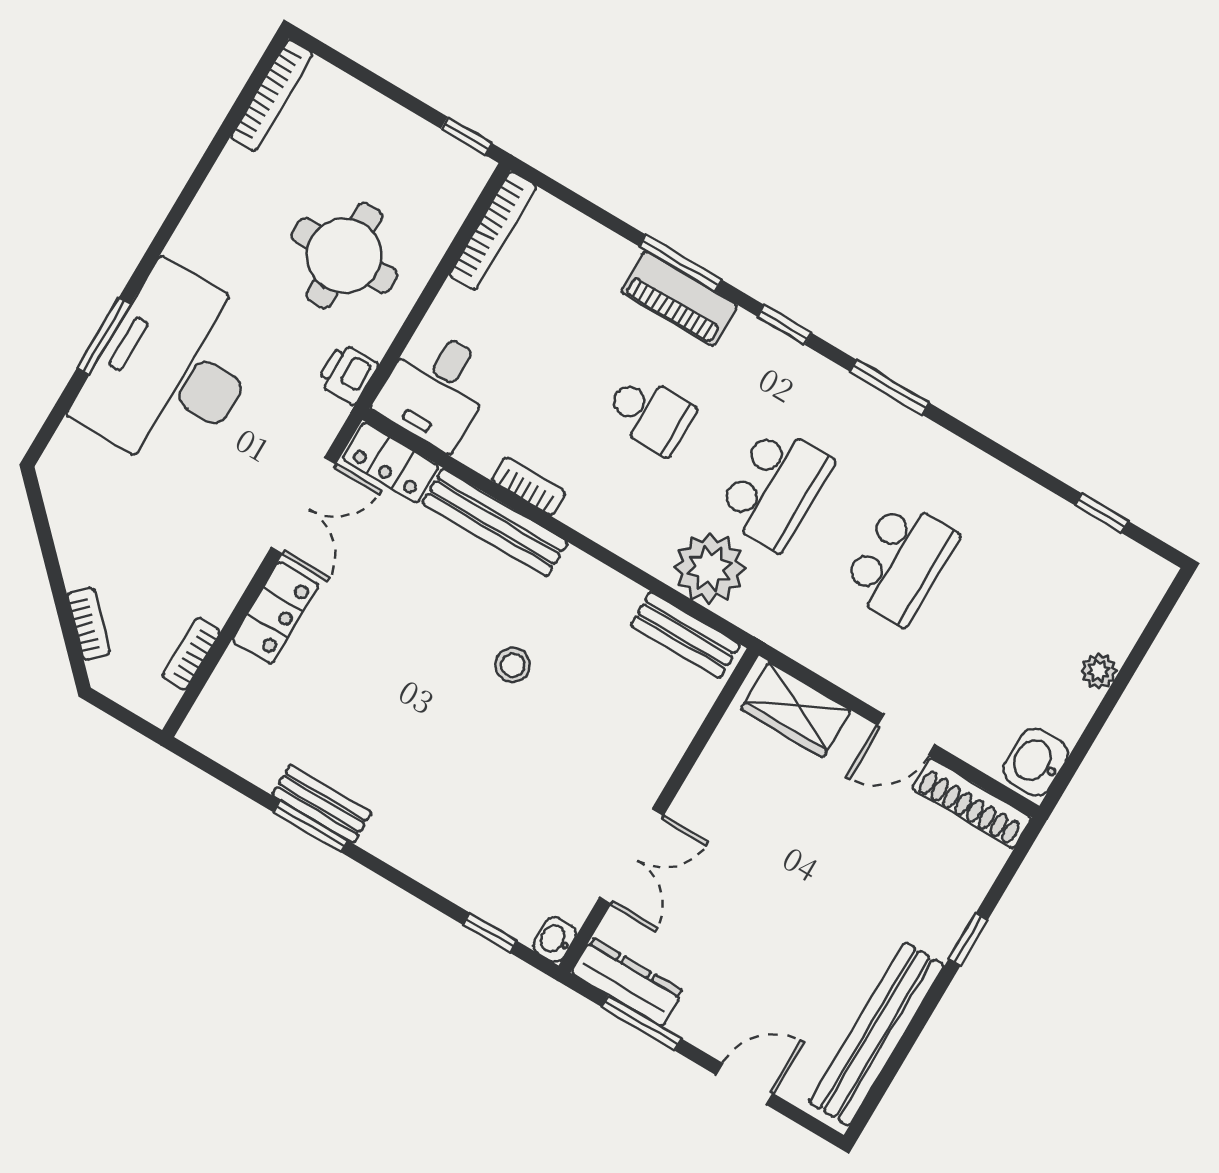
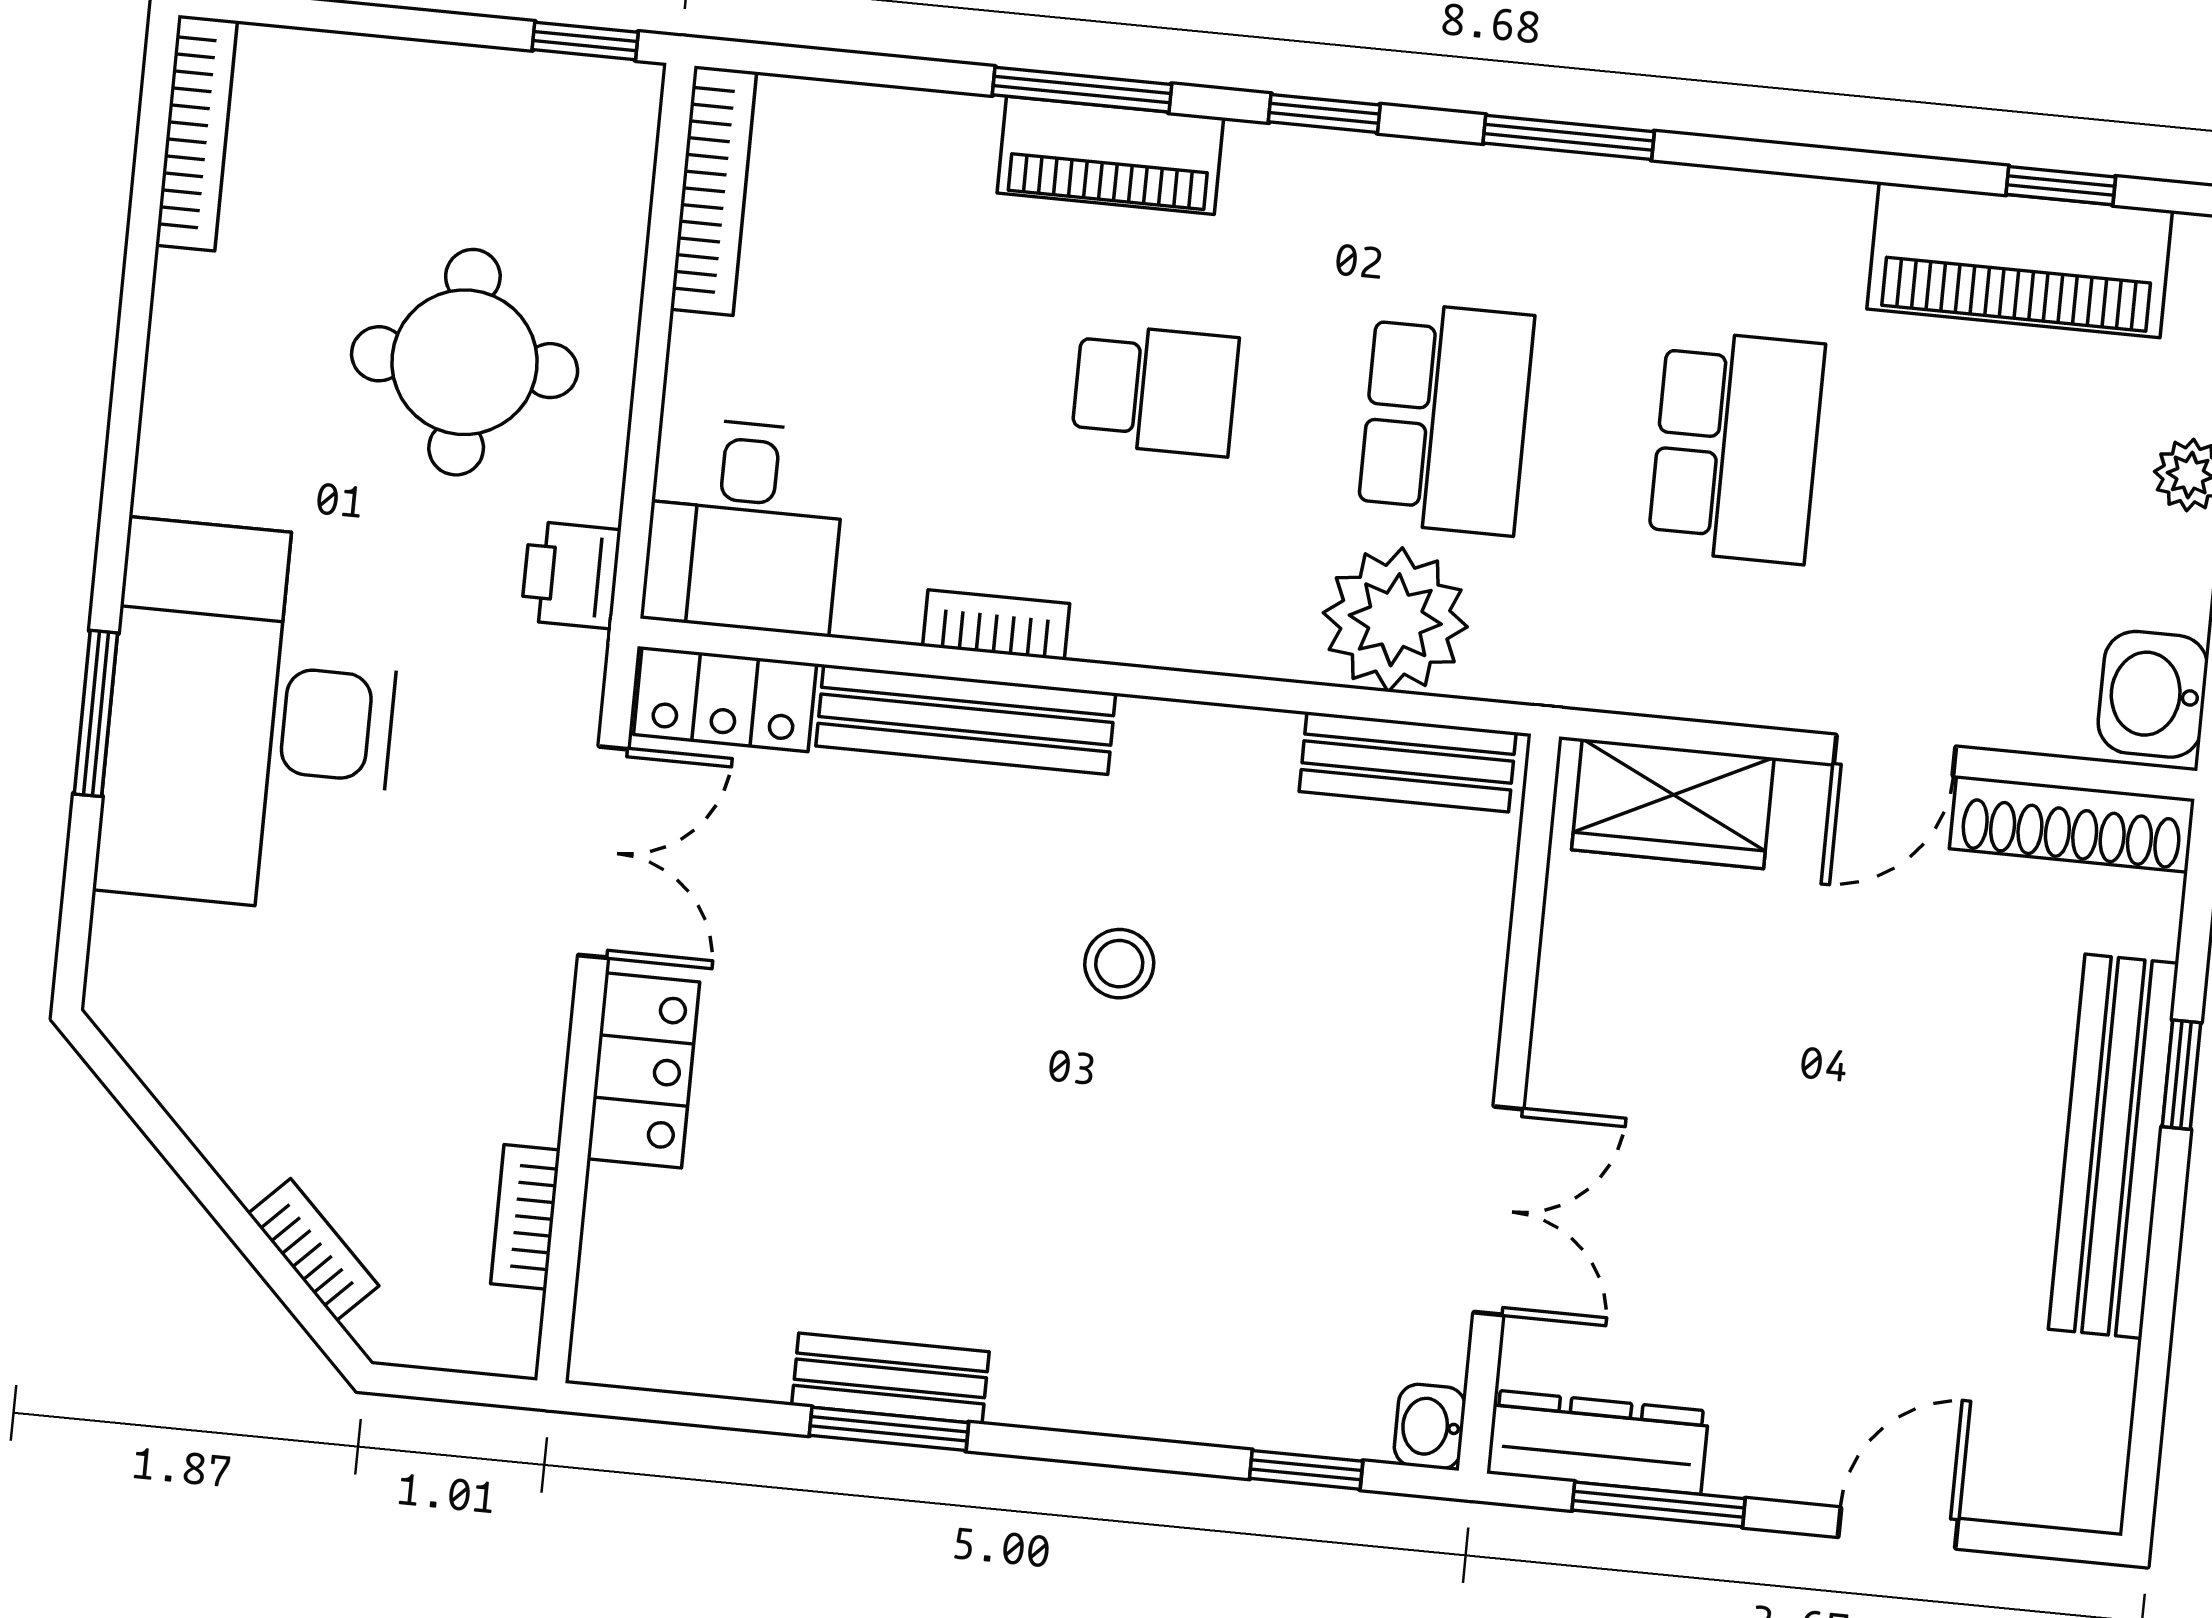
piano: (1067, 538) -> (2020, 260), added
bench: (877, 1034) -> (2113, 1146), moved

